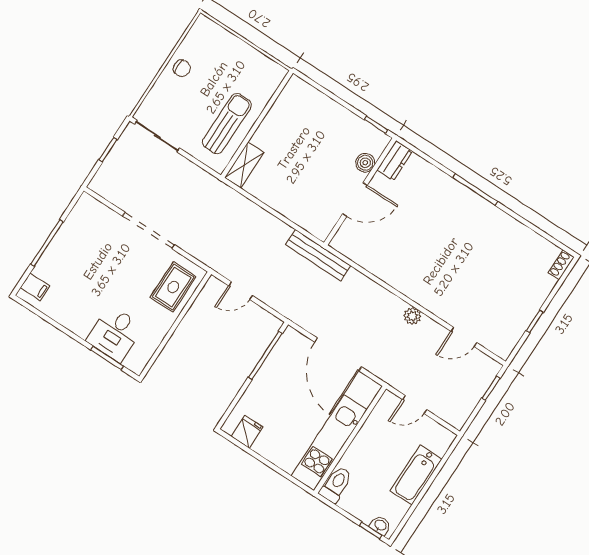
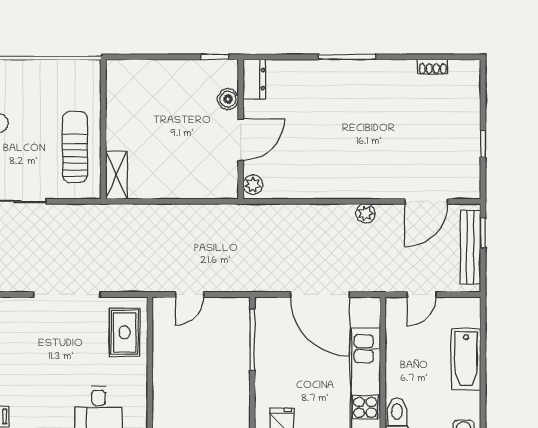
plant: (342, 239) -> (253, 185), added
bench: (318, 255) -> (470, 247), moved, turned 90
shoe rack: (561, 265) -> (433, 67), moved, turned -90
door: (464, 337) -> (426, 201), width x1.38

